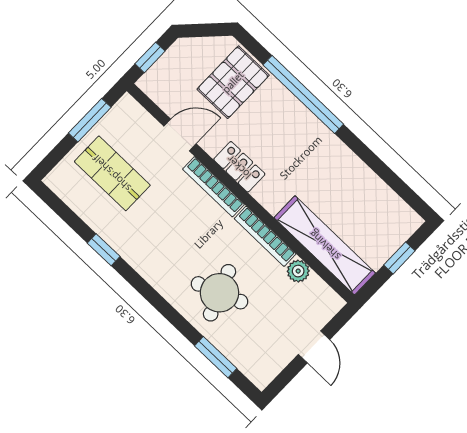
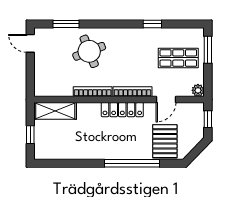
window: (90, 120) -> (208, 50), moved
locker: (239, 167) -> (122, 110), width x1.53
shelving: (325, 245) -> (55, 111), width x0.68
plant: (298, 271) -> (198, 90), moved
door: (314, 347) -> (30, 43), moved

